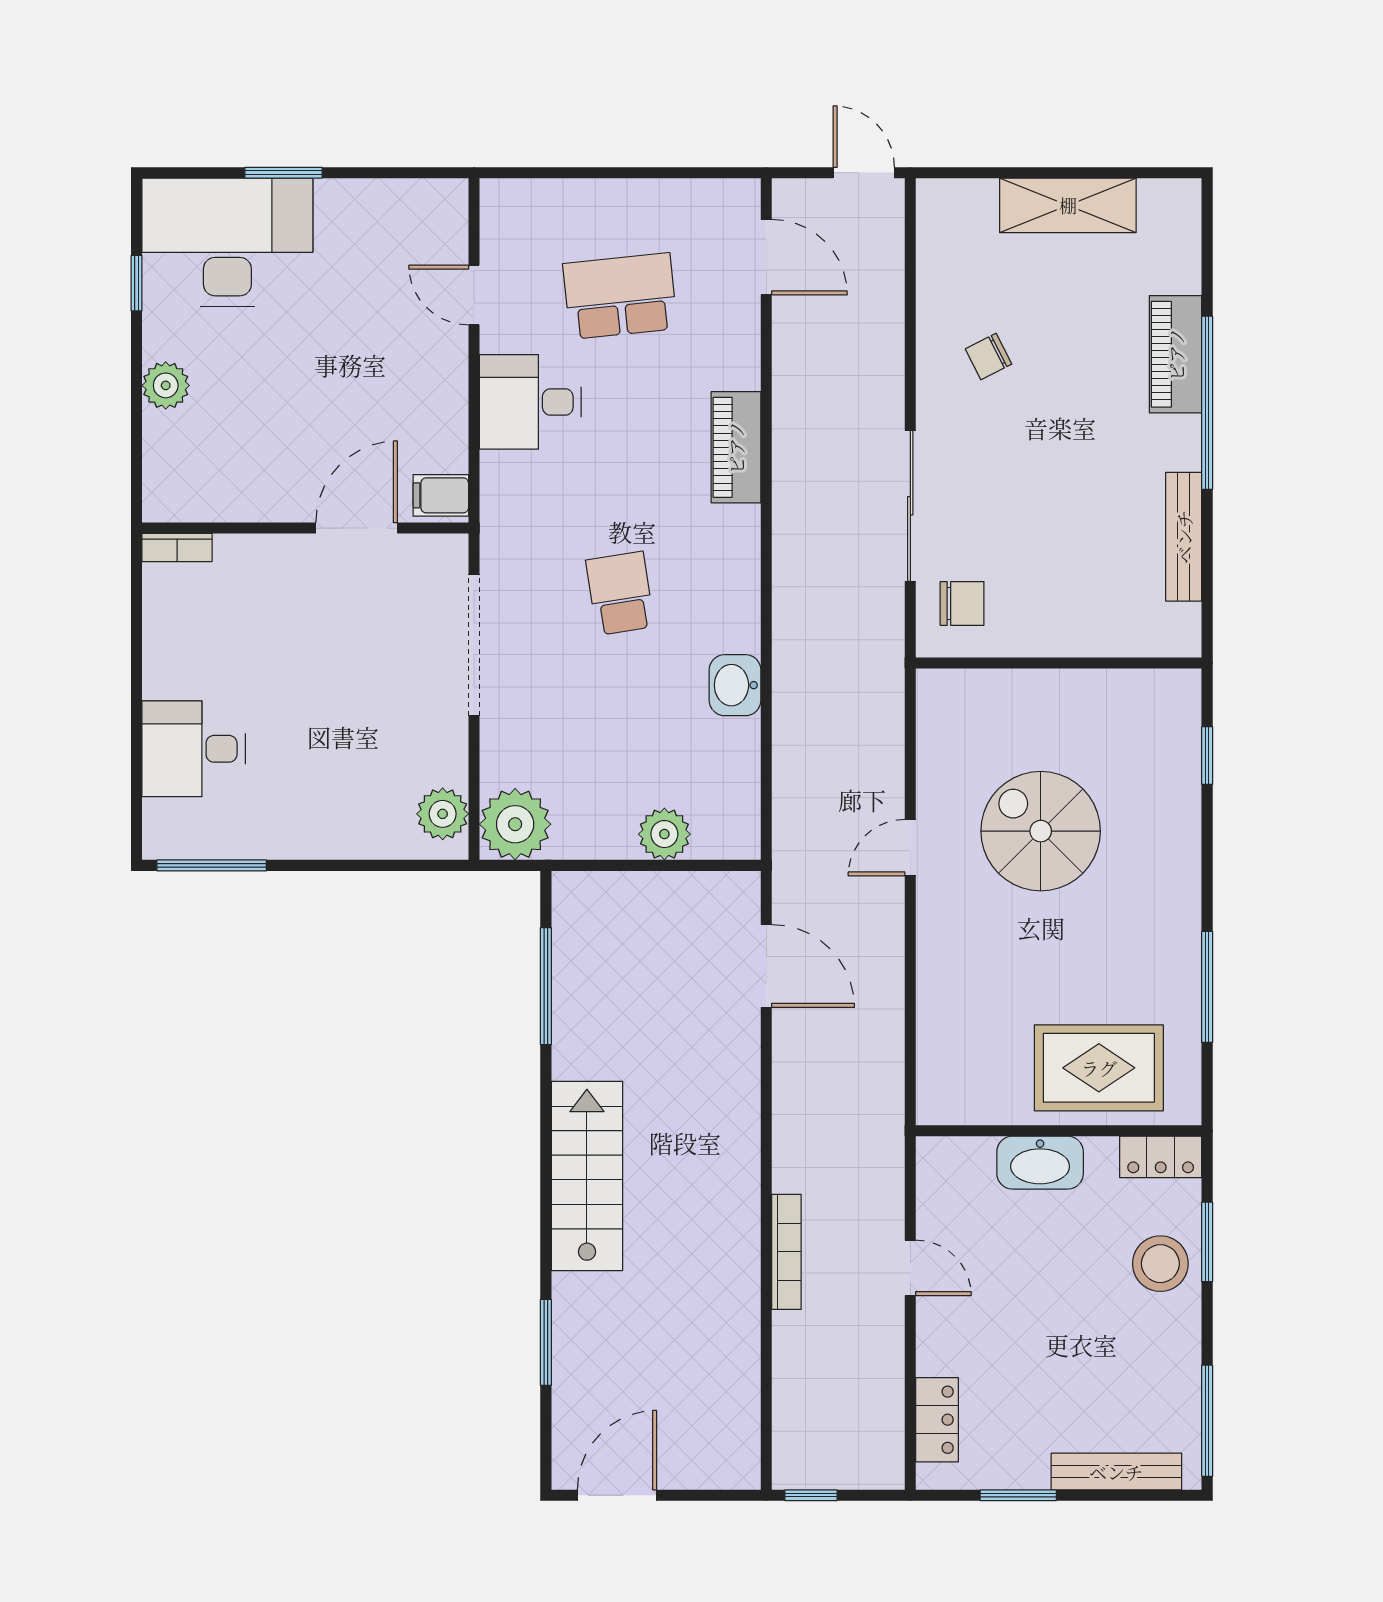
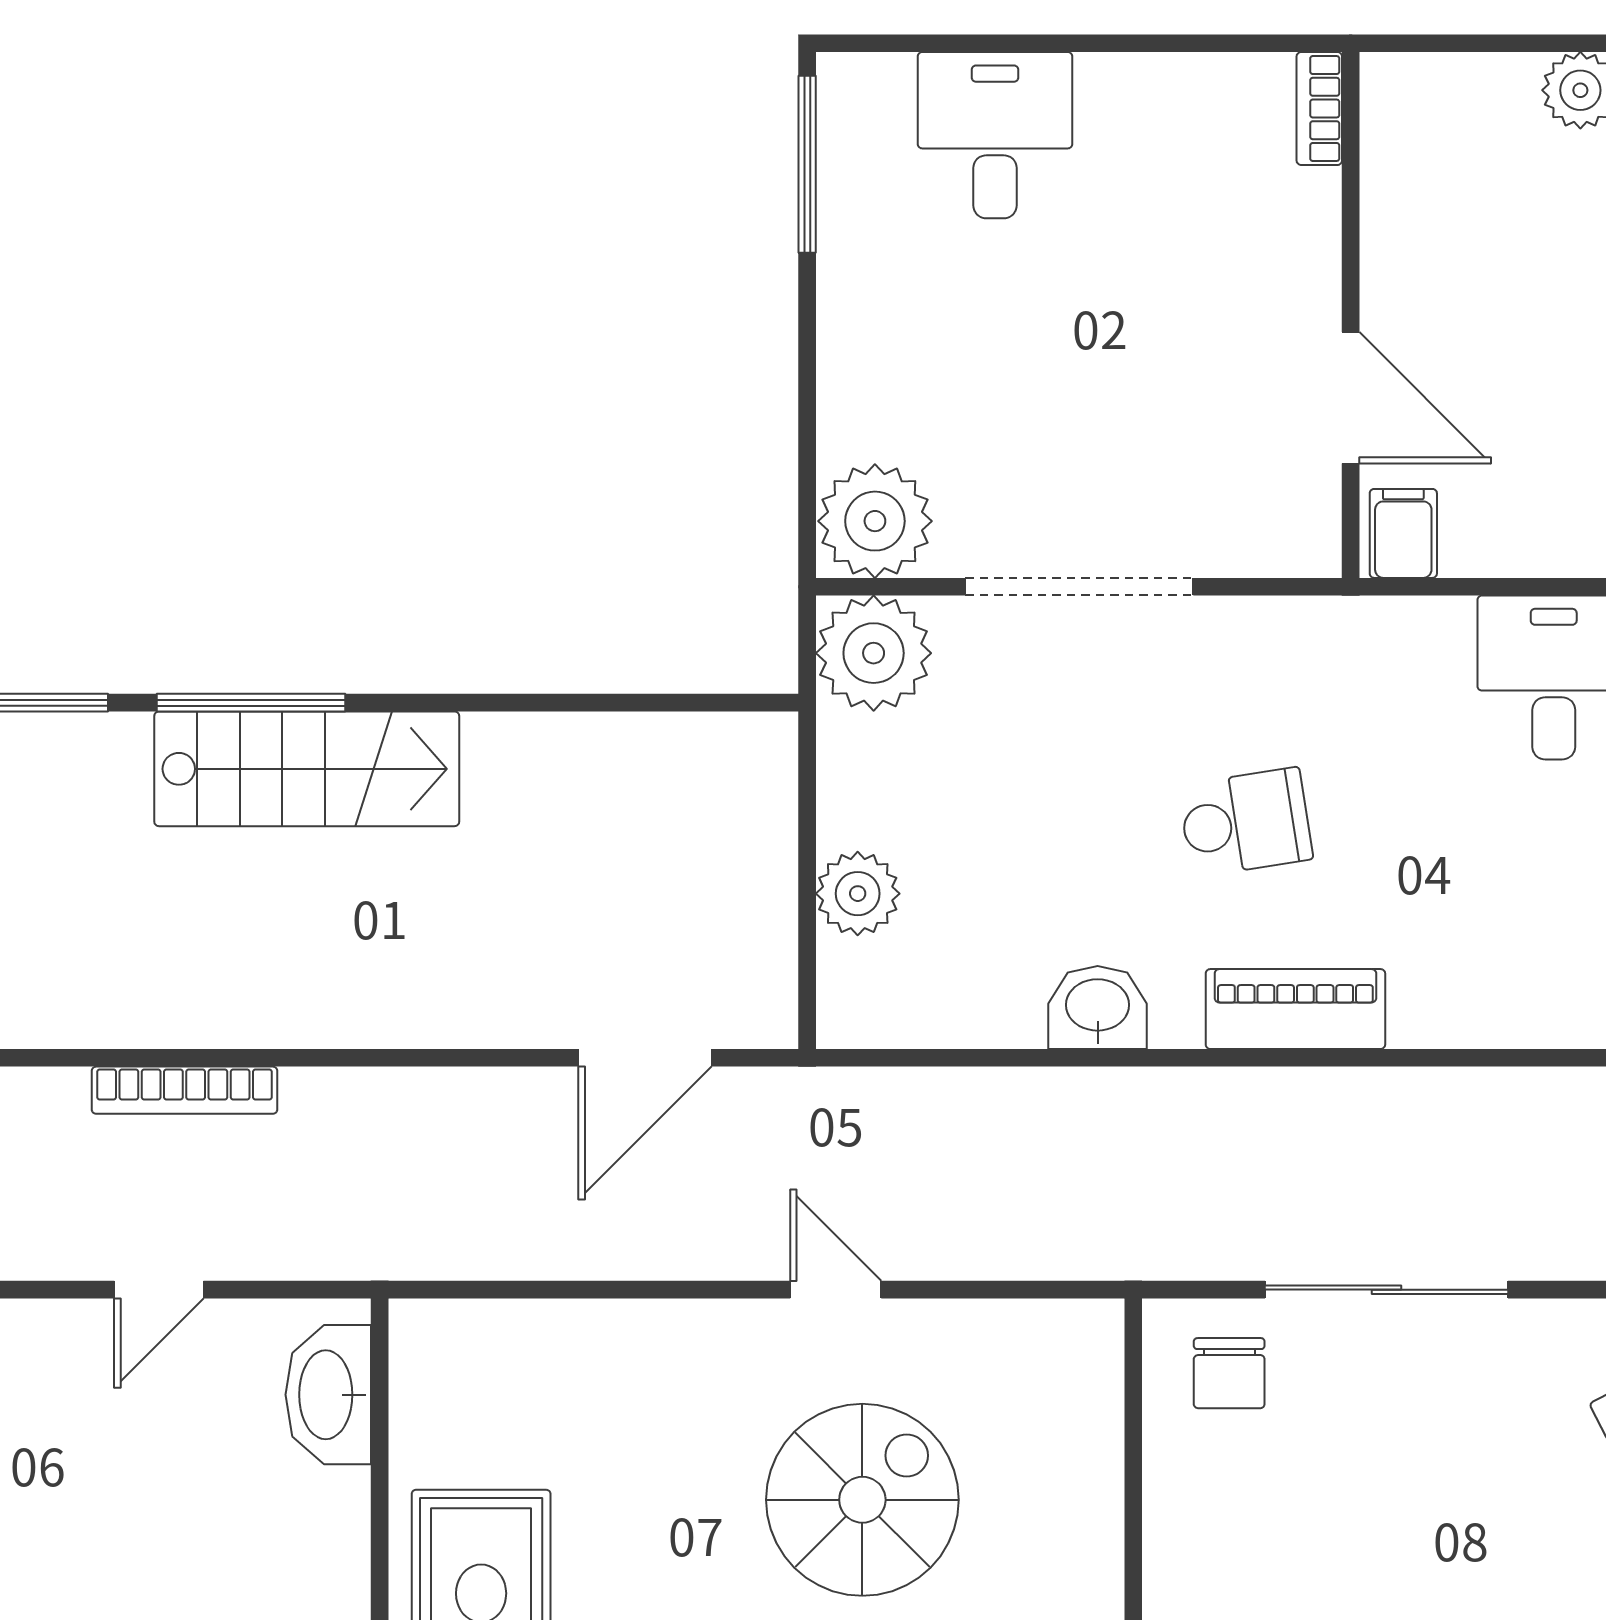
piano: (736, 447) -> (1295, 1009), moved
doorway: (474, 645) -> (1079, 587), moved
plant: (443, 814) -> (875, 521), width x1.36, depth x1.36
window: (546, 986) -> (251, 703), moved
washbasin: (1040, 1163) -> (328, 1395), moved

